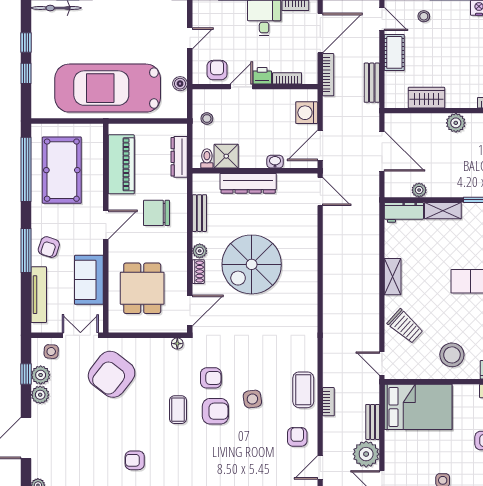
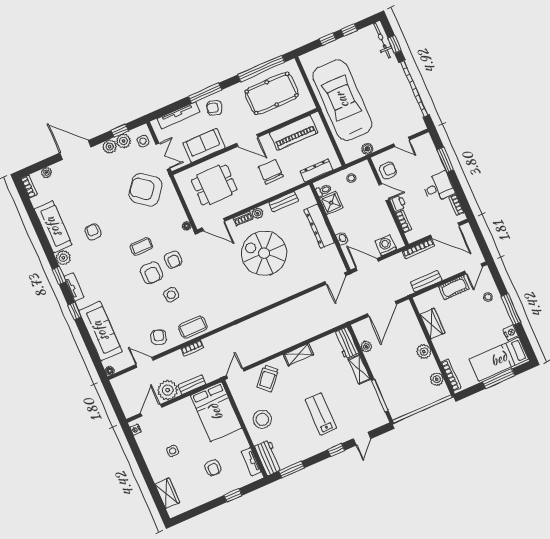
armchair: (297, 437) -> (159, 337), turned -70

